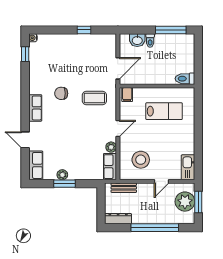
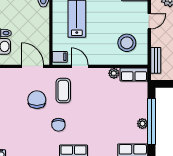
chair: (86, 72) -> (37, 100), added
door: (118, 129) -> (80, 66), moved
door: (162, 181) -> (149, 21), hinge flipped
window: (64, 184) -> (152, 122), width x2.11

